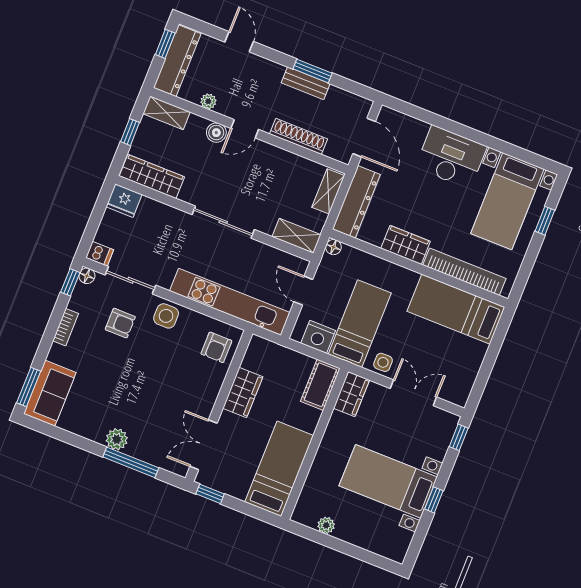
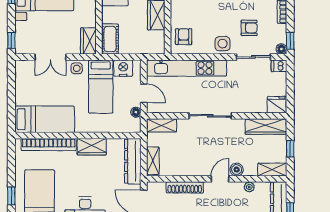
floor lamp: (333, 247) -> (136, 112), moved
armchair: (120, 323) -> (249, 28), turned 180

